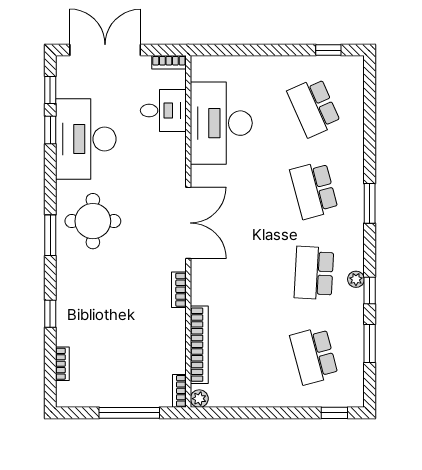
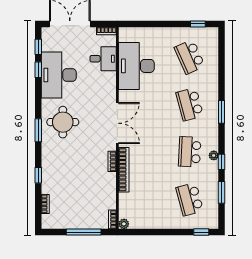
bookcase: (199, 345) -> (124, 170), moved

